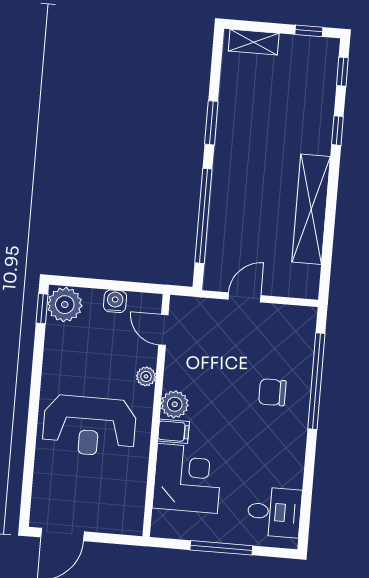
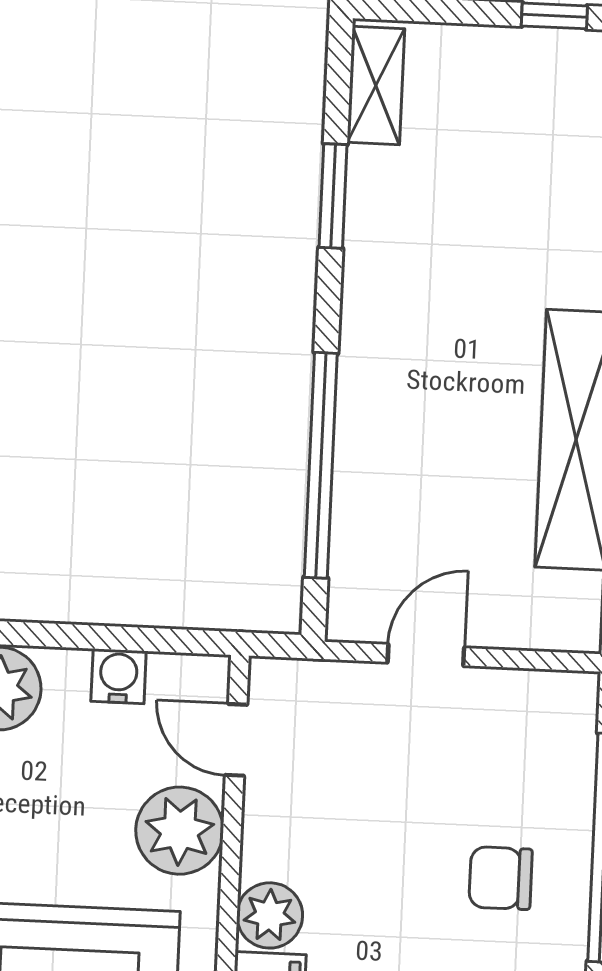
shelving: (254, 42) -> (376, 85), moved, turned 90
window: (211, 123) -> (333, 196), moved
plant: (146, 376) -> (180, 831), width x1.88, depth x1.88

